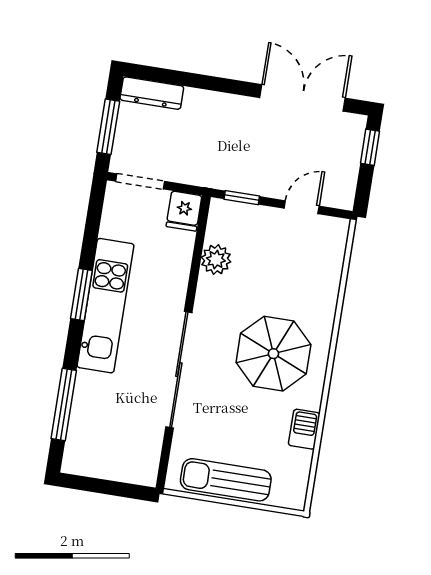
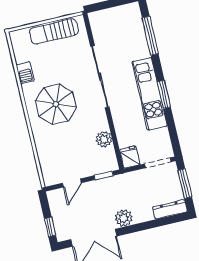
plant: (237, 111) -> (124, 218), added
sun lounger: (226, 480) -> (54, 31), turned 180

